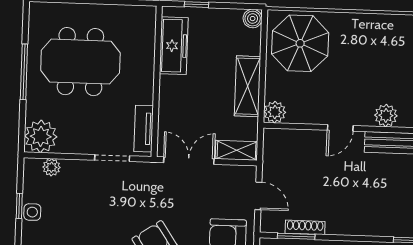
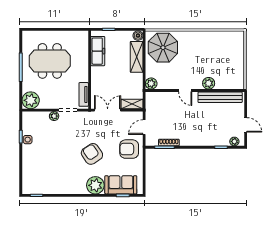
shelving: (248, 86) -> (137, 57), moved
door: (340, 128) -> (185, 91), hinge flipped
plant: (51, 167) -> (54, 116), moved
door: (258, 196) -> (144, 127), swing flipped

